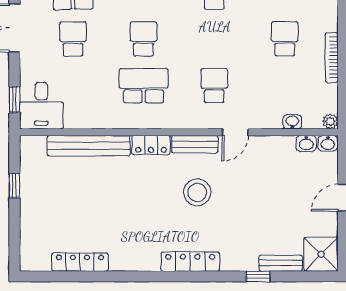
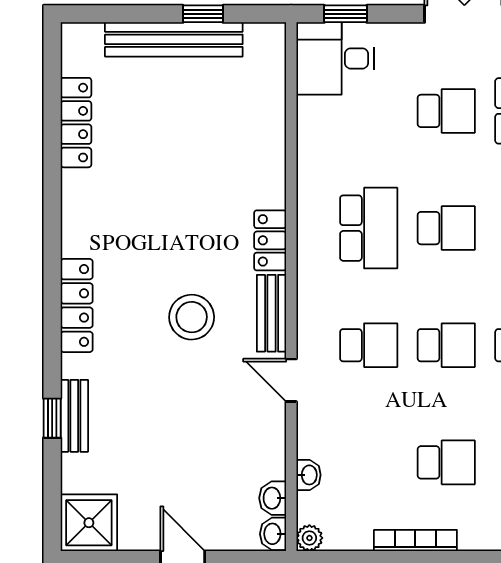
school desk: (214, 39) -> (446, 345), added
bench: (89, 146) -> (174, 39), moved, turned 90
bench: (281, 263) -> (74, 416), moved

